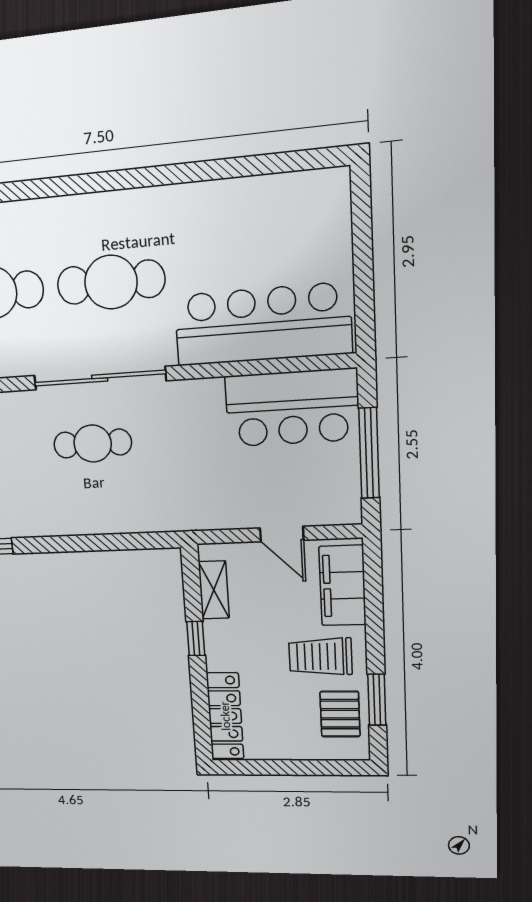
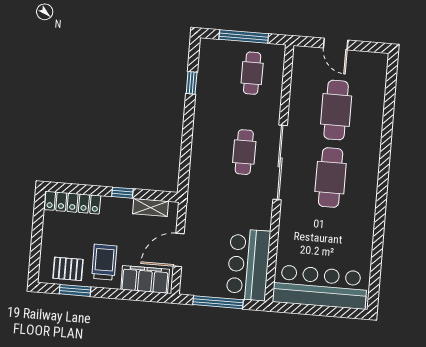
bar counter: (263, 324) -> (320, 287), moved, turned -90
door: (282, 534) -> (179, 250), width x1.38

